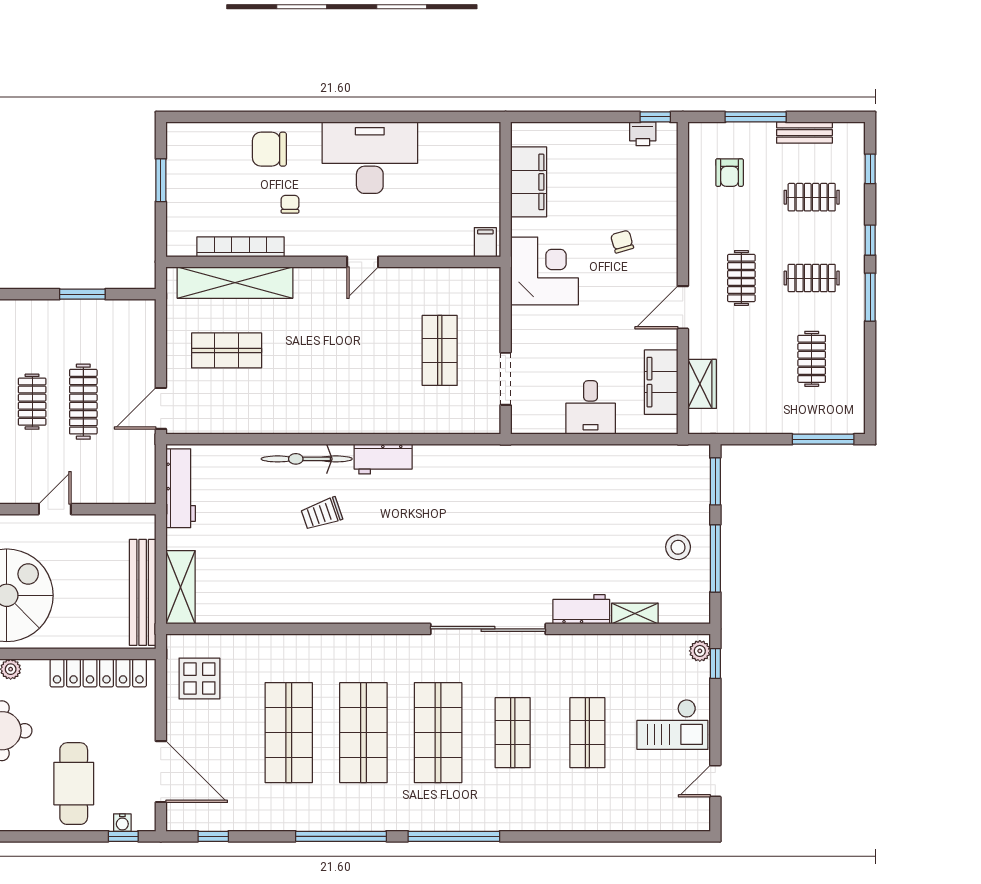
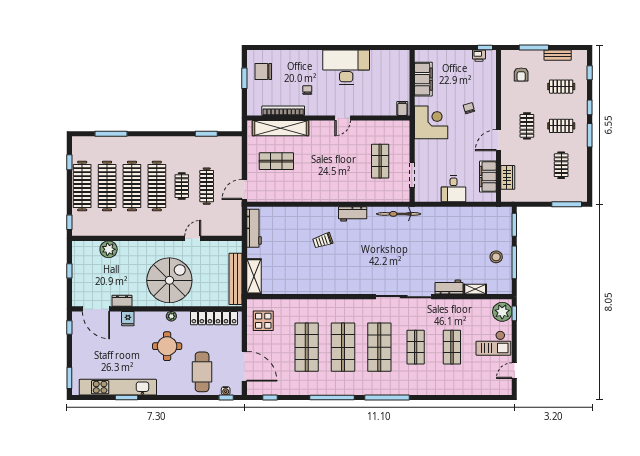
chair: (269, 149) -> (263, 71), moved
bicycle: (307, 459) -> (399, 214), moved
plant: (700, 651) -> (502, 312), width x1.88, depth x1.88

